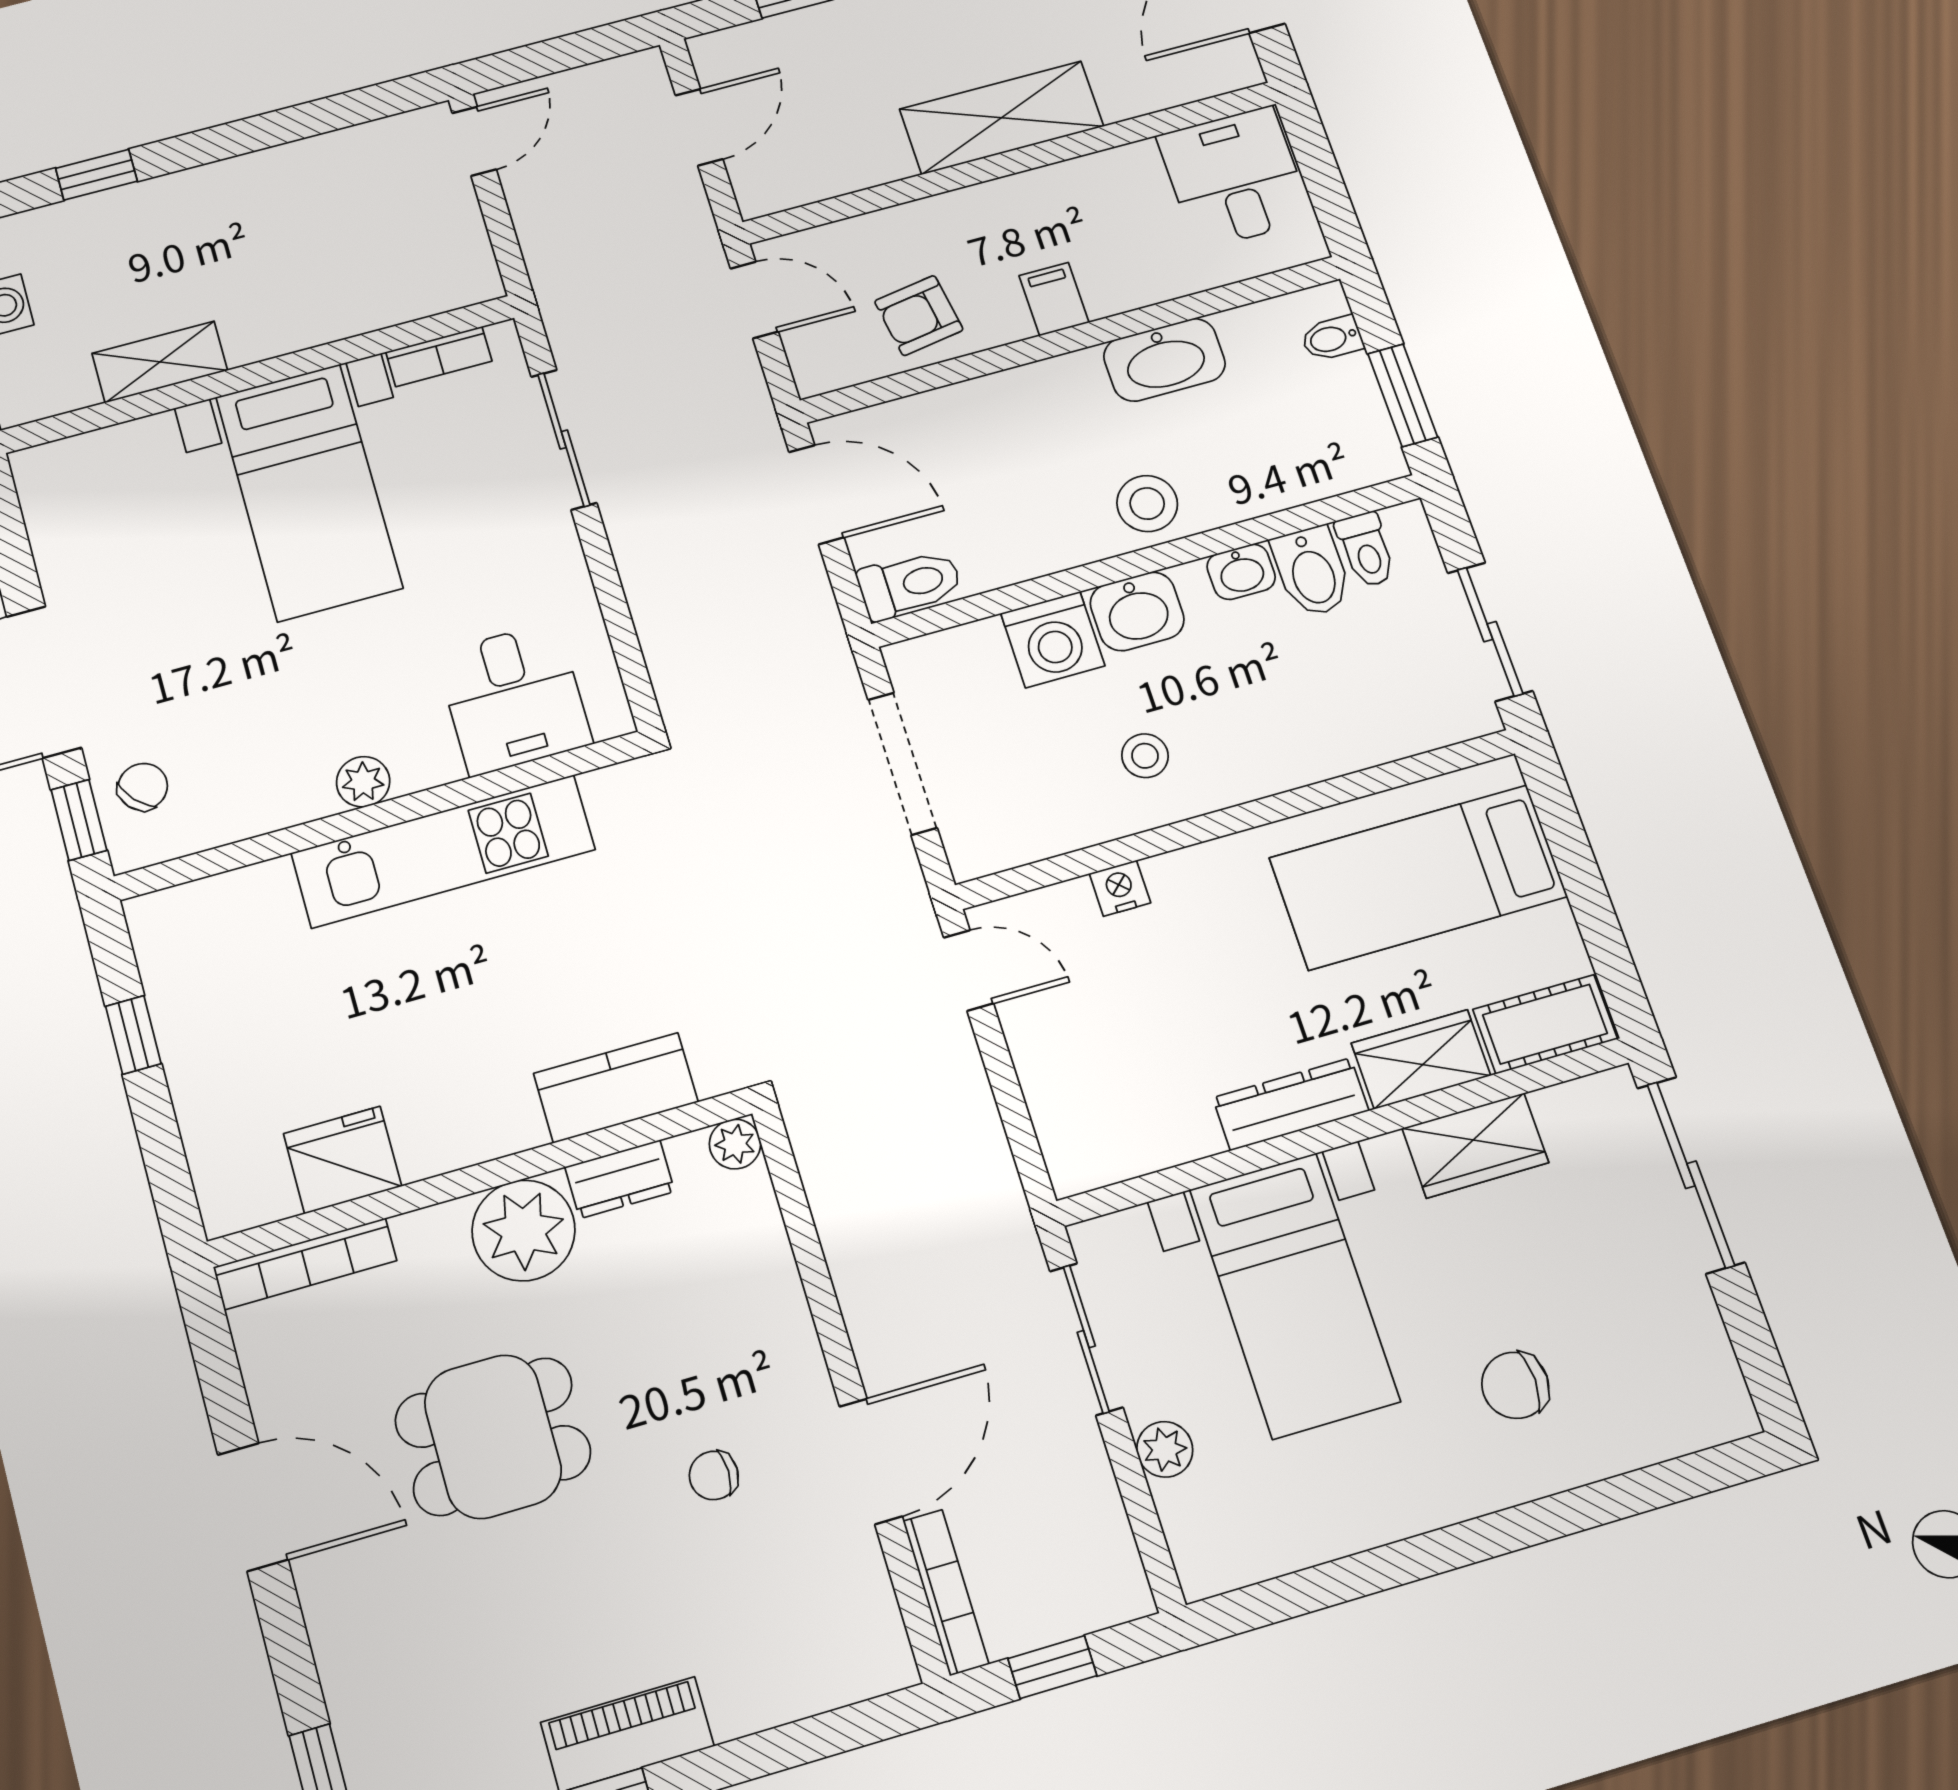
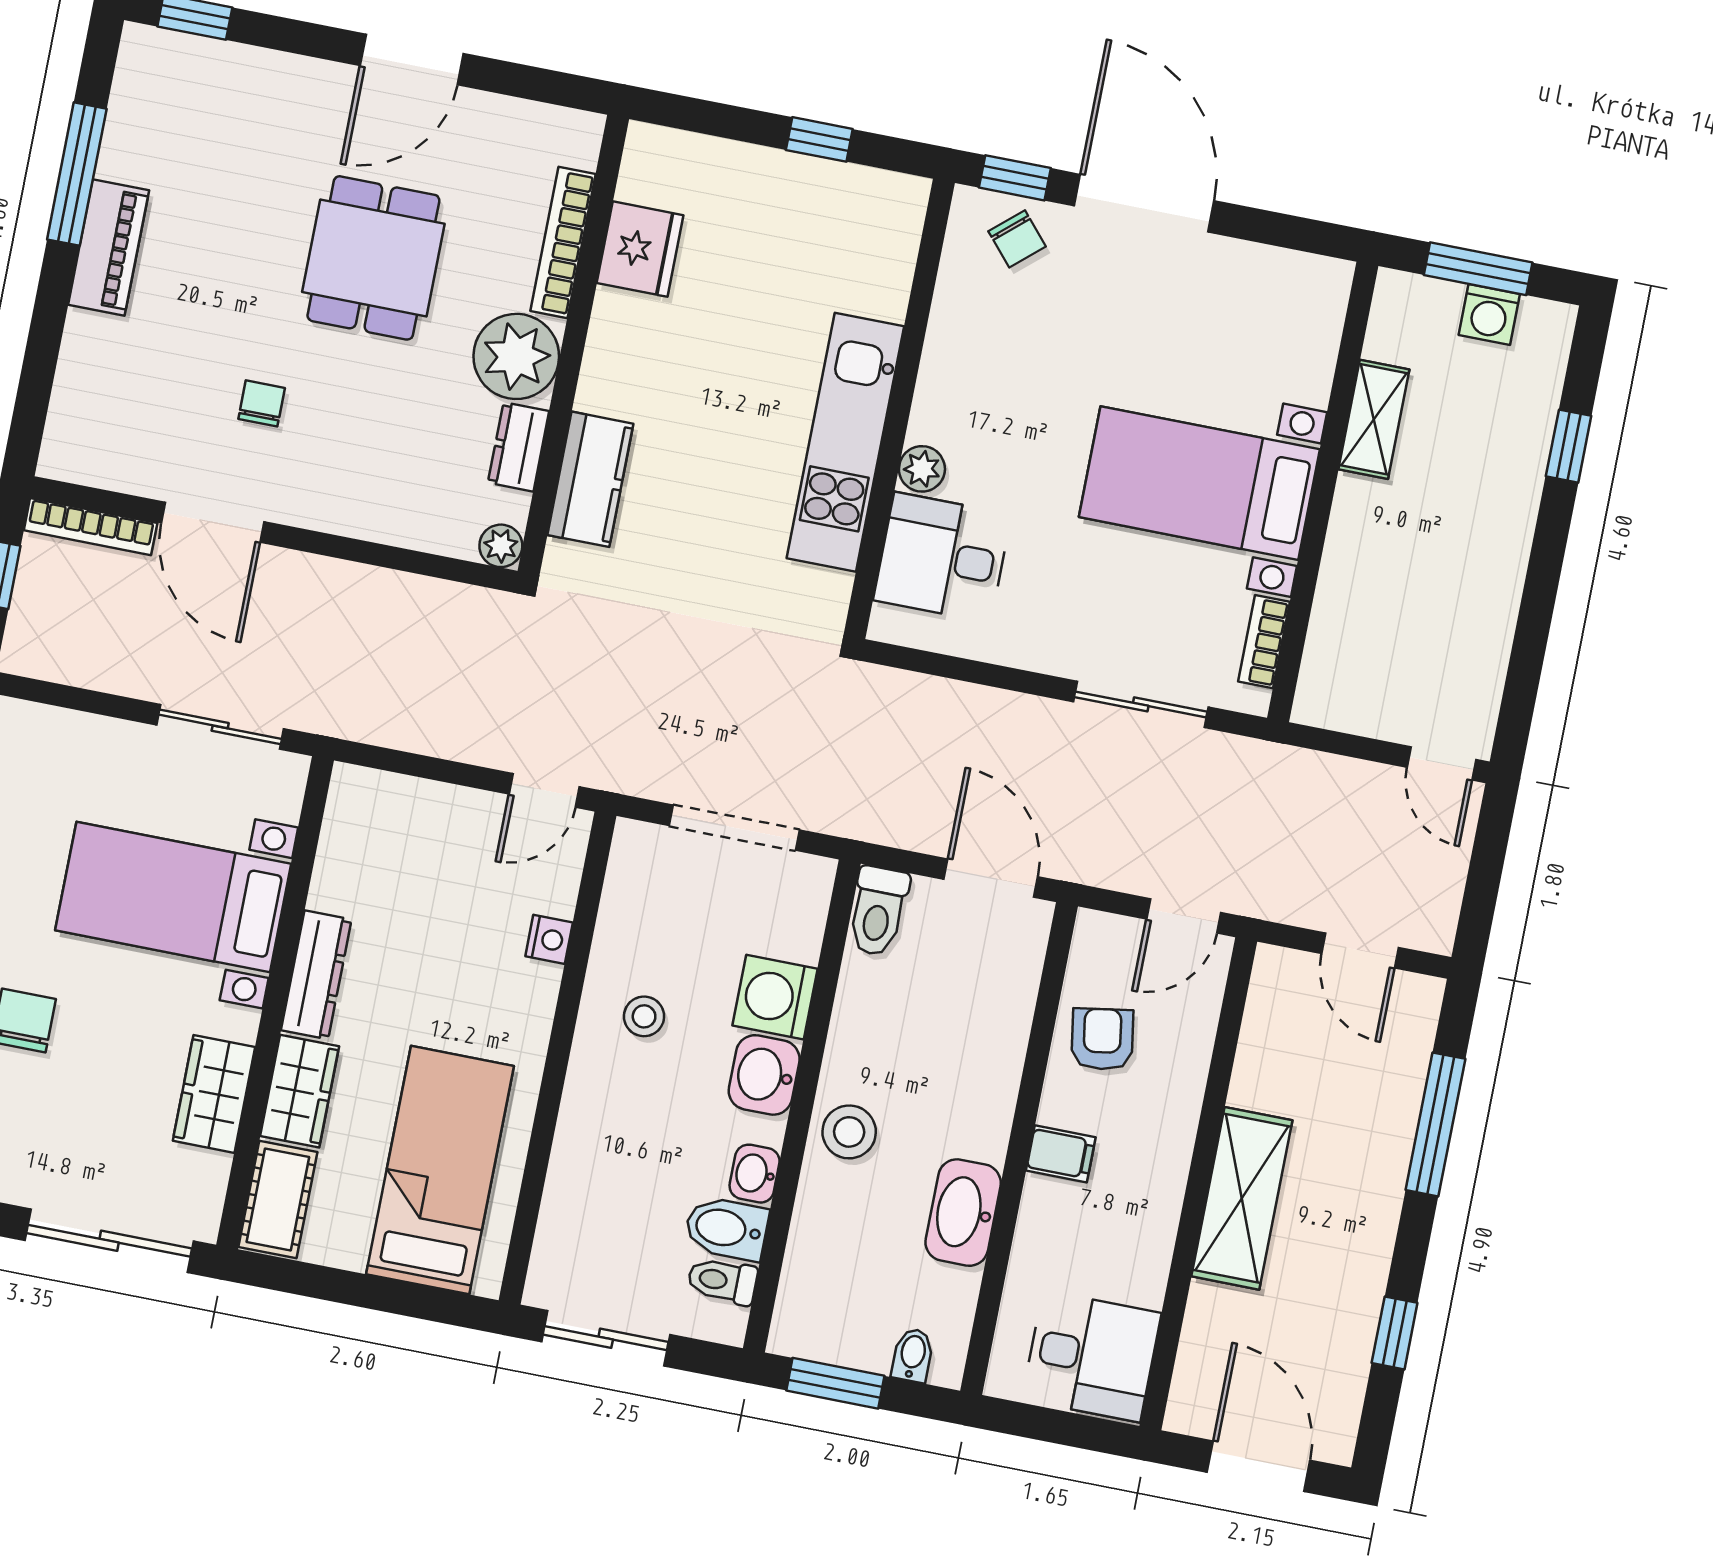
door: (817, 495) -> (991, 878), swing flipped
plant: (363, 782) -> (922, 469), moved
bookcase: (305, 1264) -> (563, 242), moved
plant: (1165, 1449) -> (110, 740), removed

